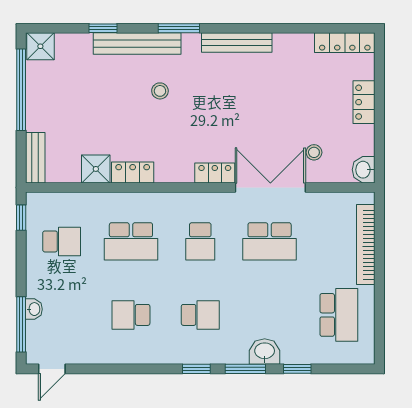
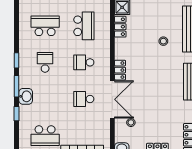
school desk: (131, 241) -> (84, 26), turned 180
school desk: (270, 241) -> (84, 99), width x0.54
school desk: (131, 315) -> (45, 26), width x1.85
school desk: (200, 315) -> (45, 62), turned 180

